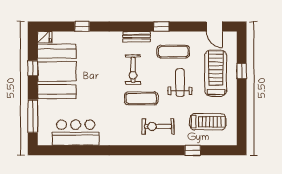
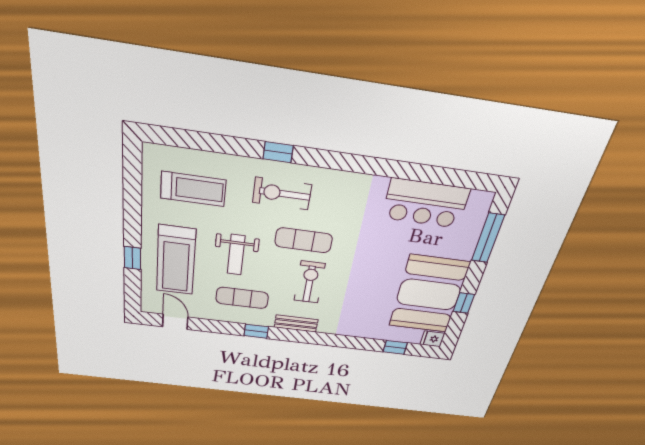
window: (82, 26) -> (395, 347), moved
treadmill: (208, 122) -> (193, 189), turned 180
exercise bike: (158, 126) -> (282, 194), turned 180
window: (193, 150) -> (278, 152), moved

